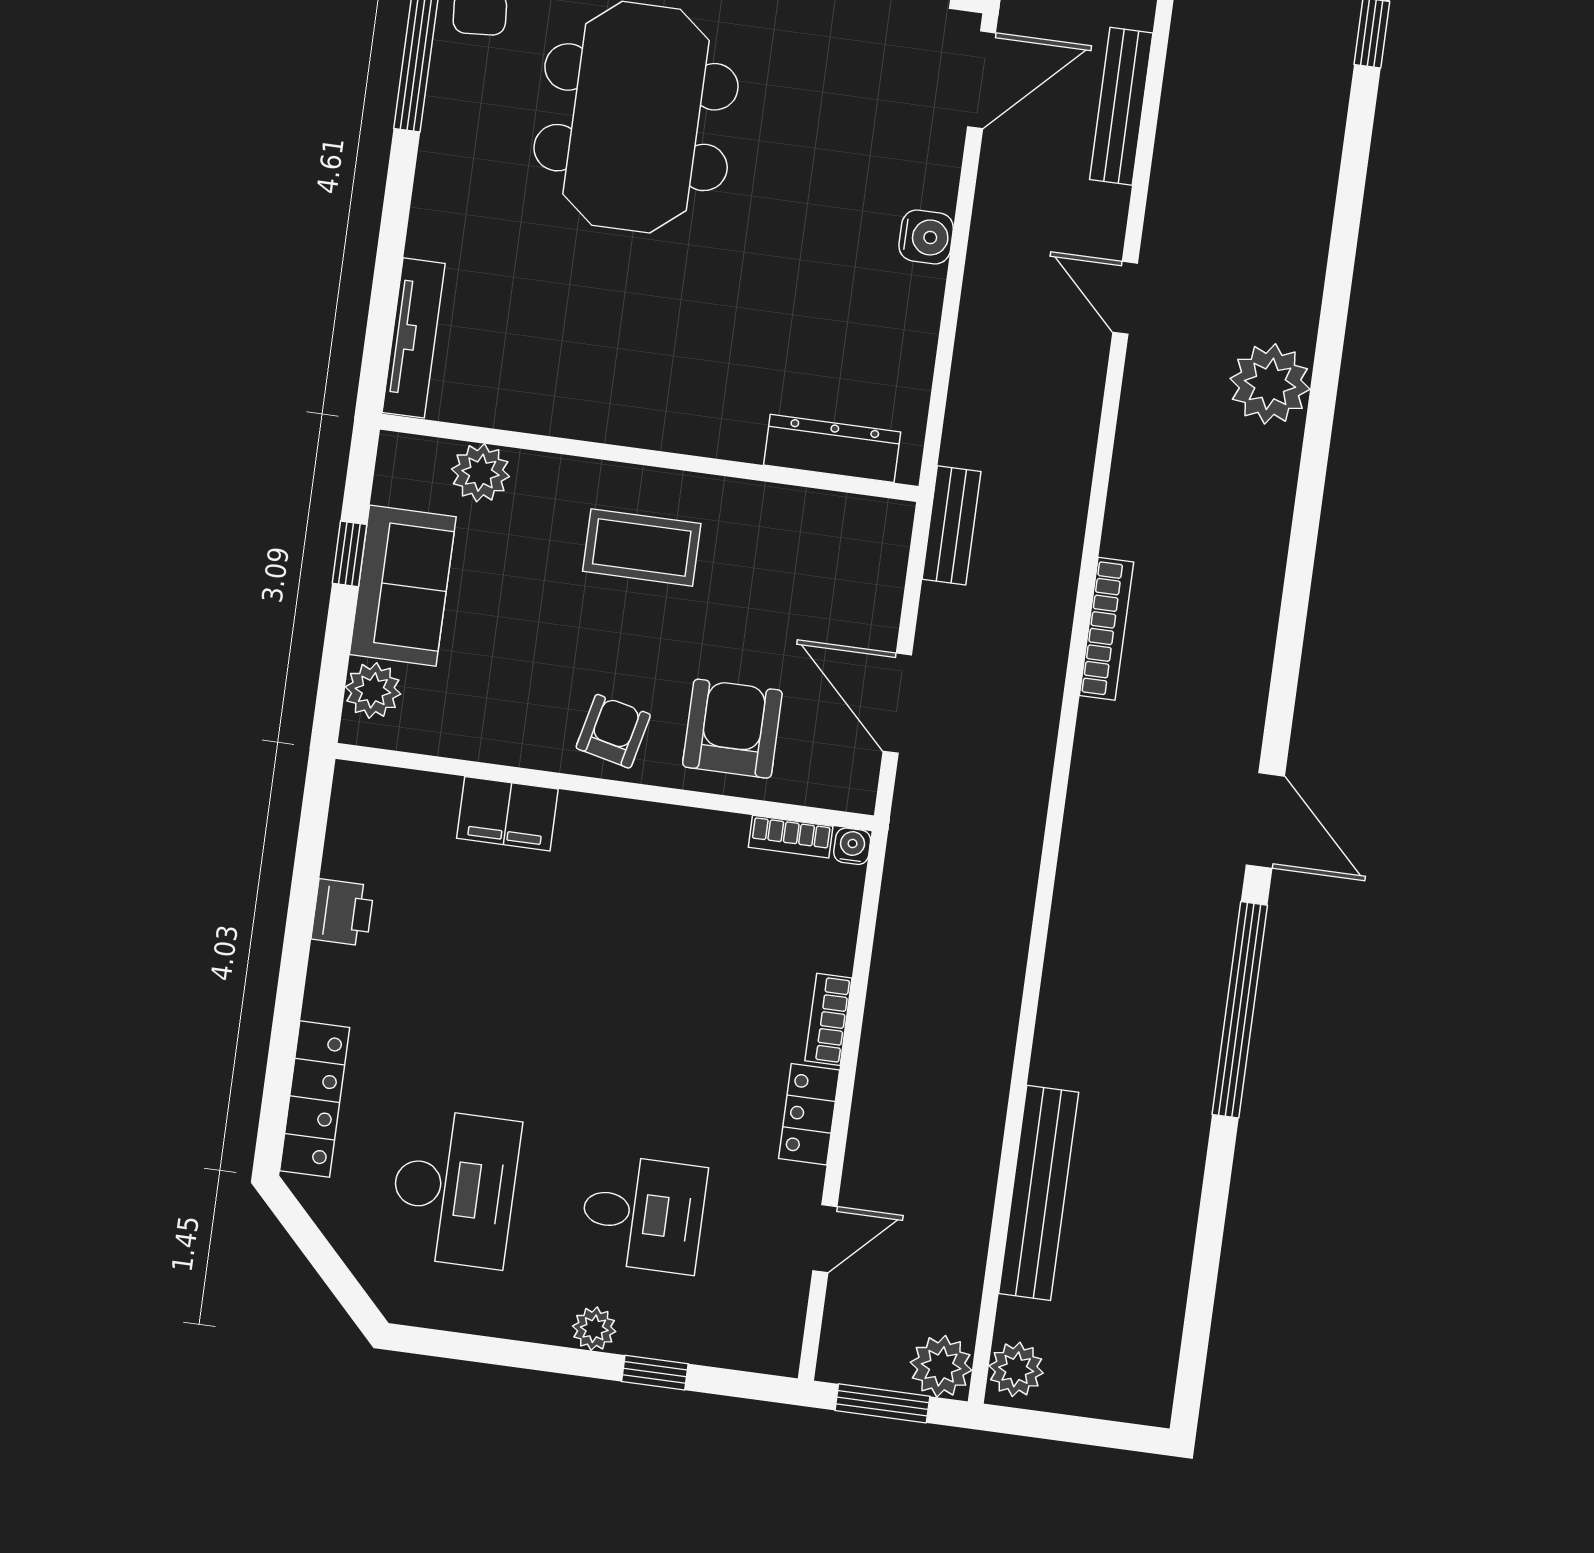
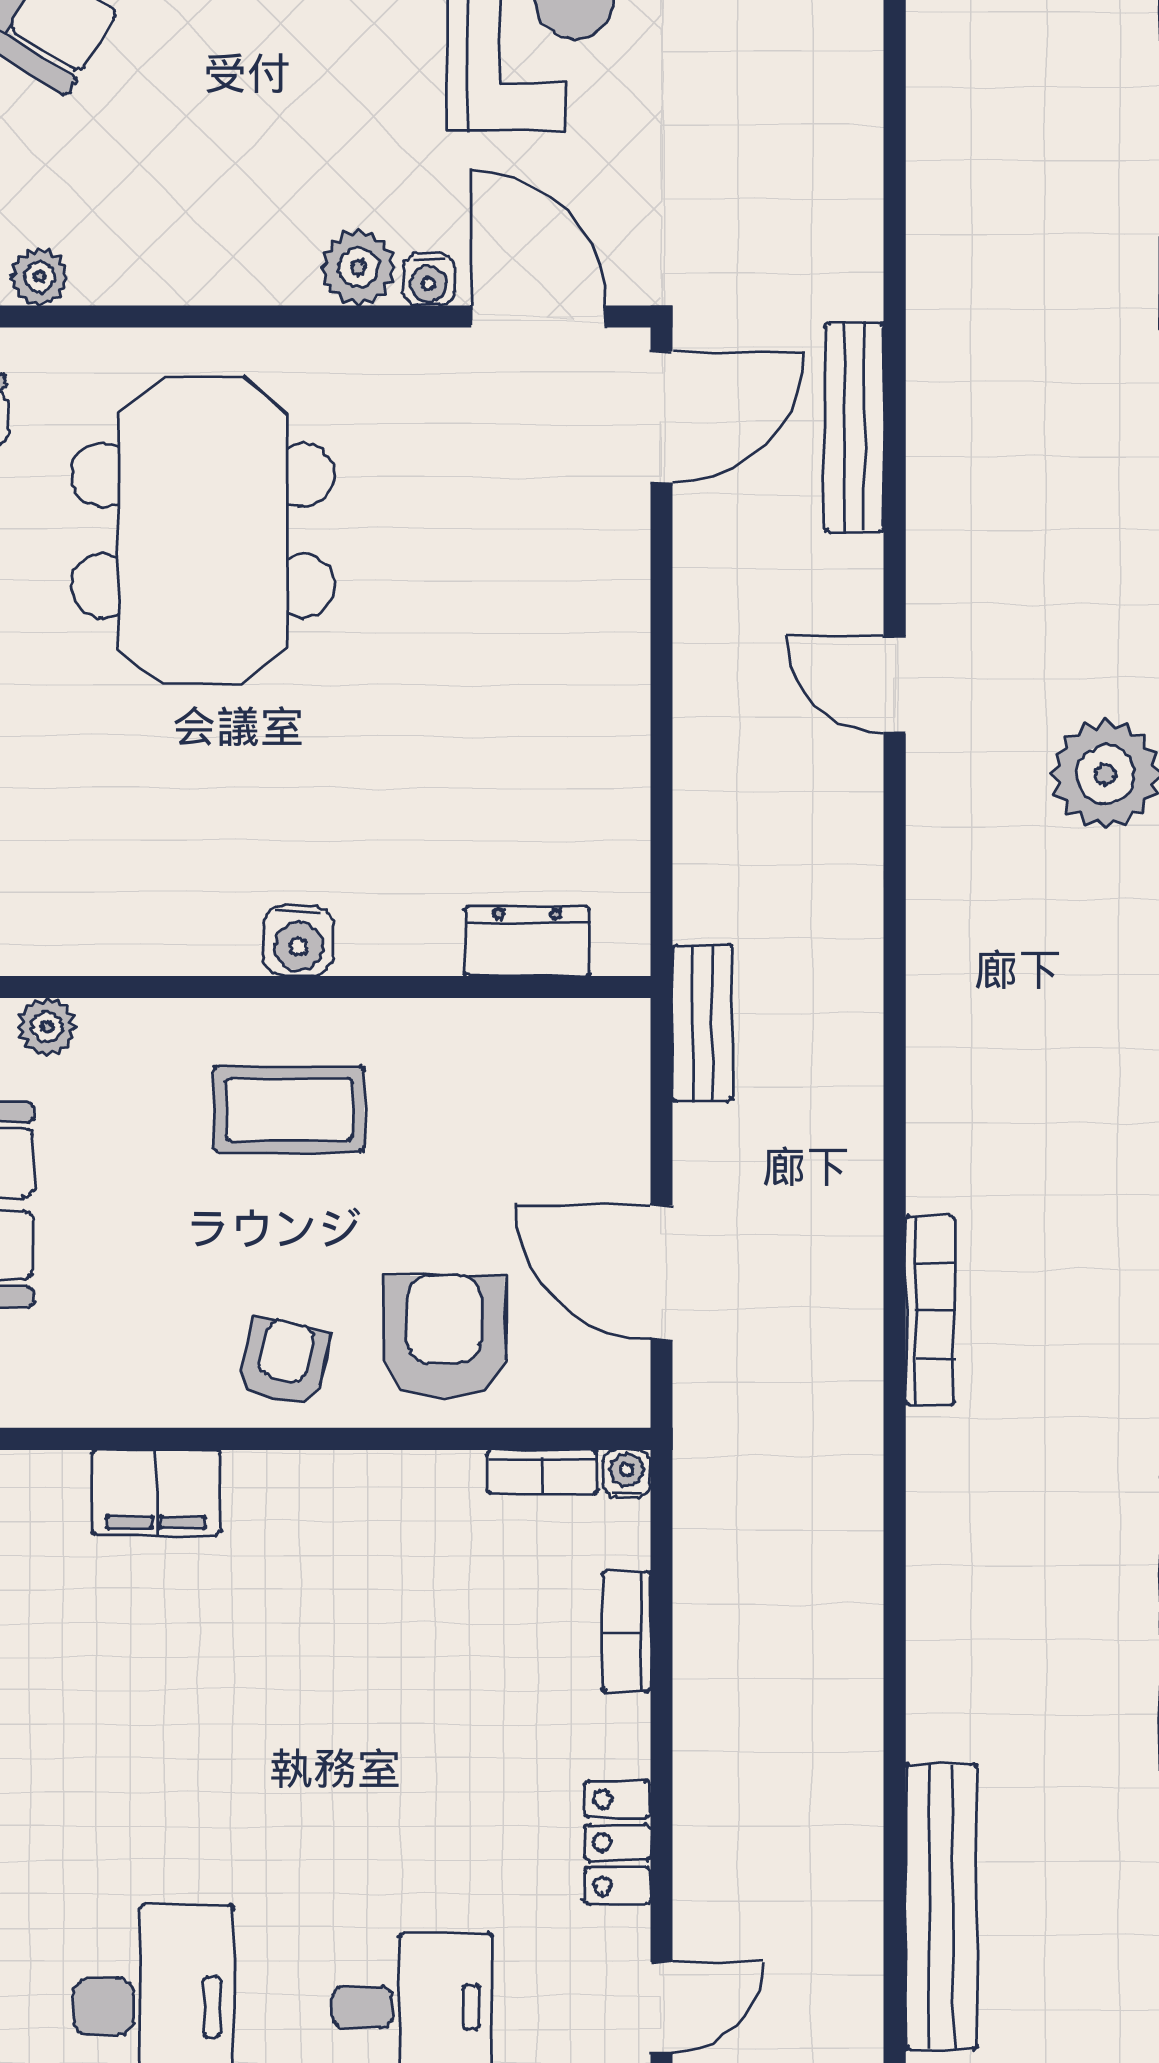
water cooler: (926, 237) -> (299, 941), moved, turned 90
dresser: (832, 448) -> (527, 941), width x0.70
plant: (481, 473) -> (47, 1027), width x0.73, depth x0.73
bookcase: (1107, 629) -> (930, 1310), moved
bookcase: (828, 1019) -> (626, 1632), moved

